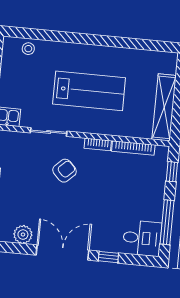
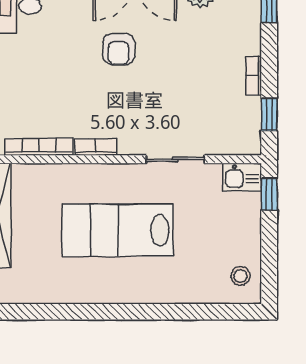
stool: (28, 49) -> (240, 276), moved
armchair: (65, 171) -> (119, 49), moved, turned -46

